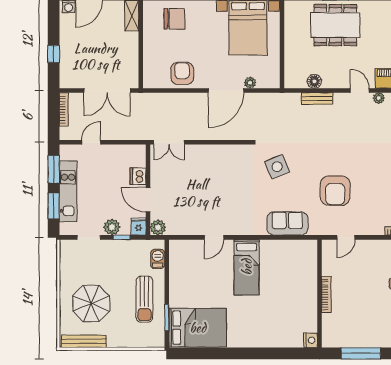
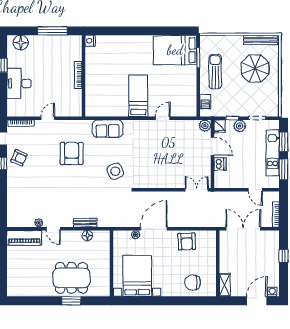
door: (91, 142) -> (255, 190), hinge flipped
door: (346, 237) -> (48, 118), moved

